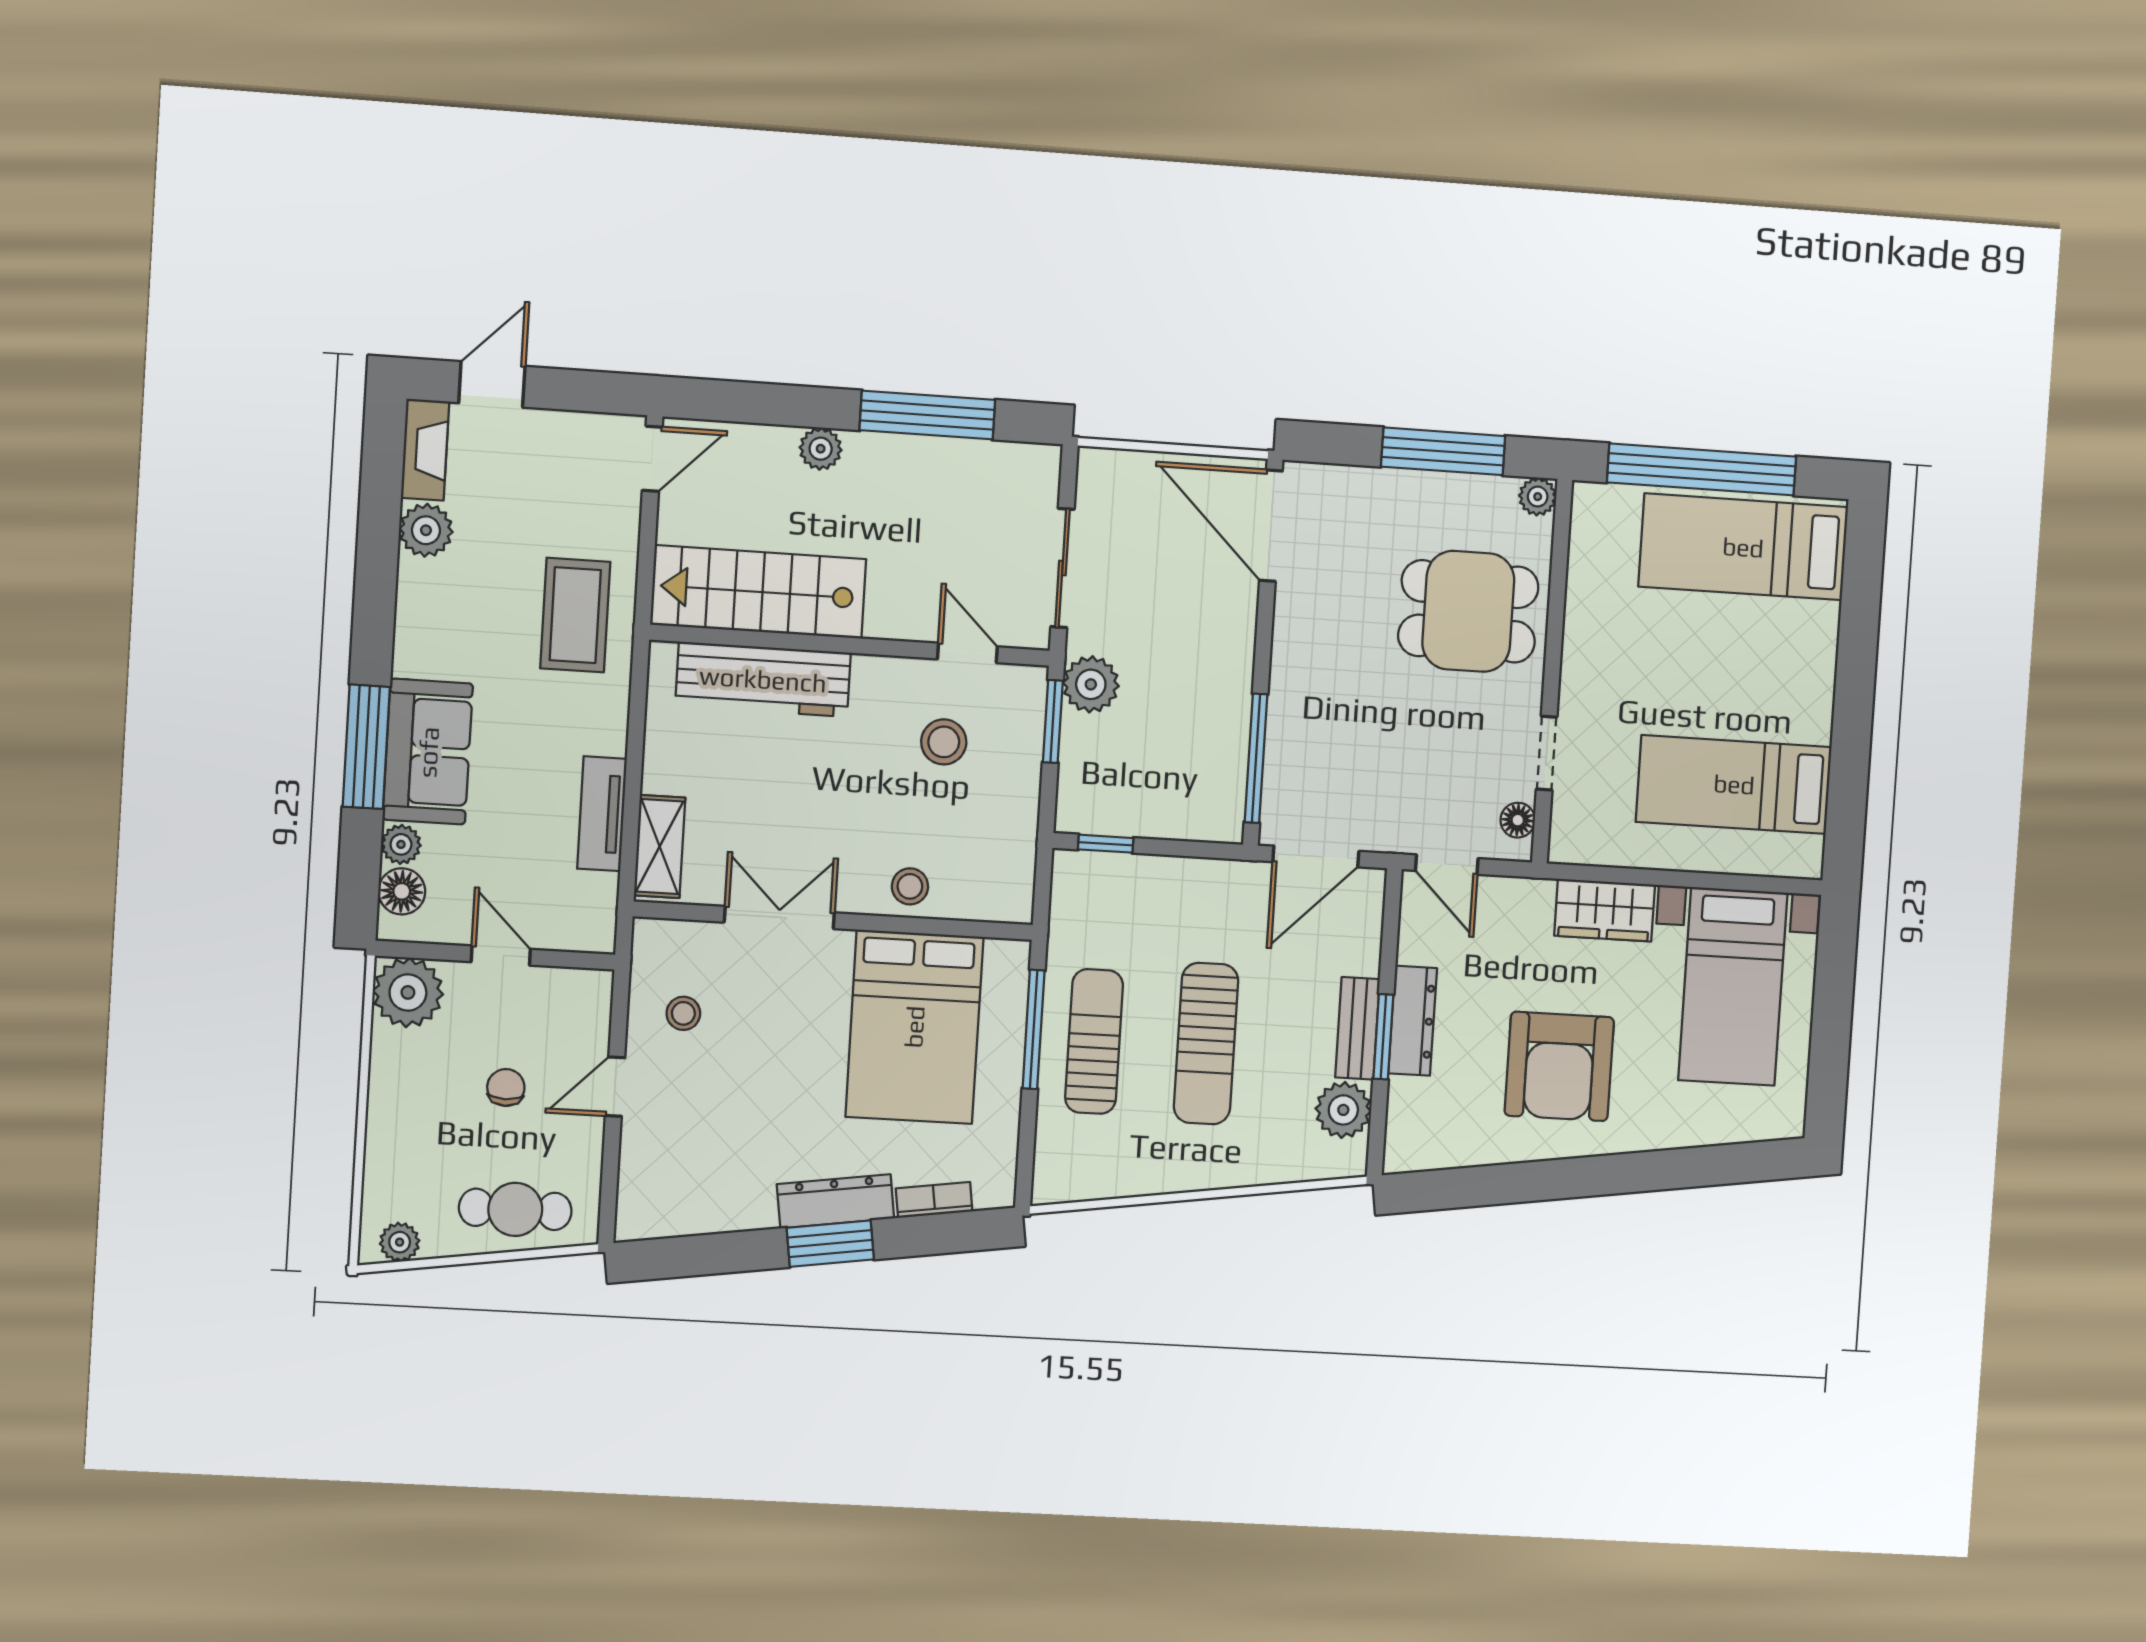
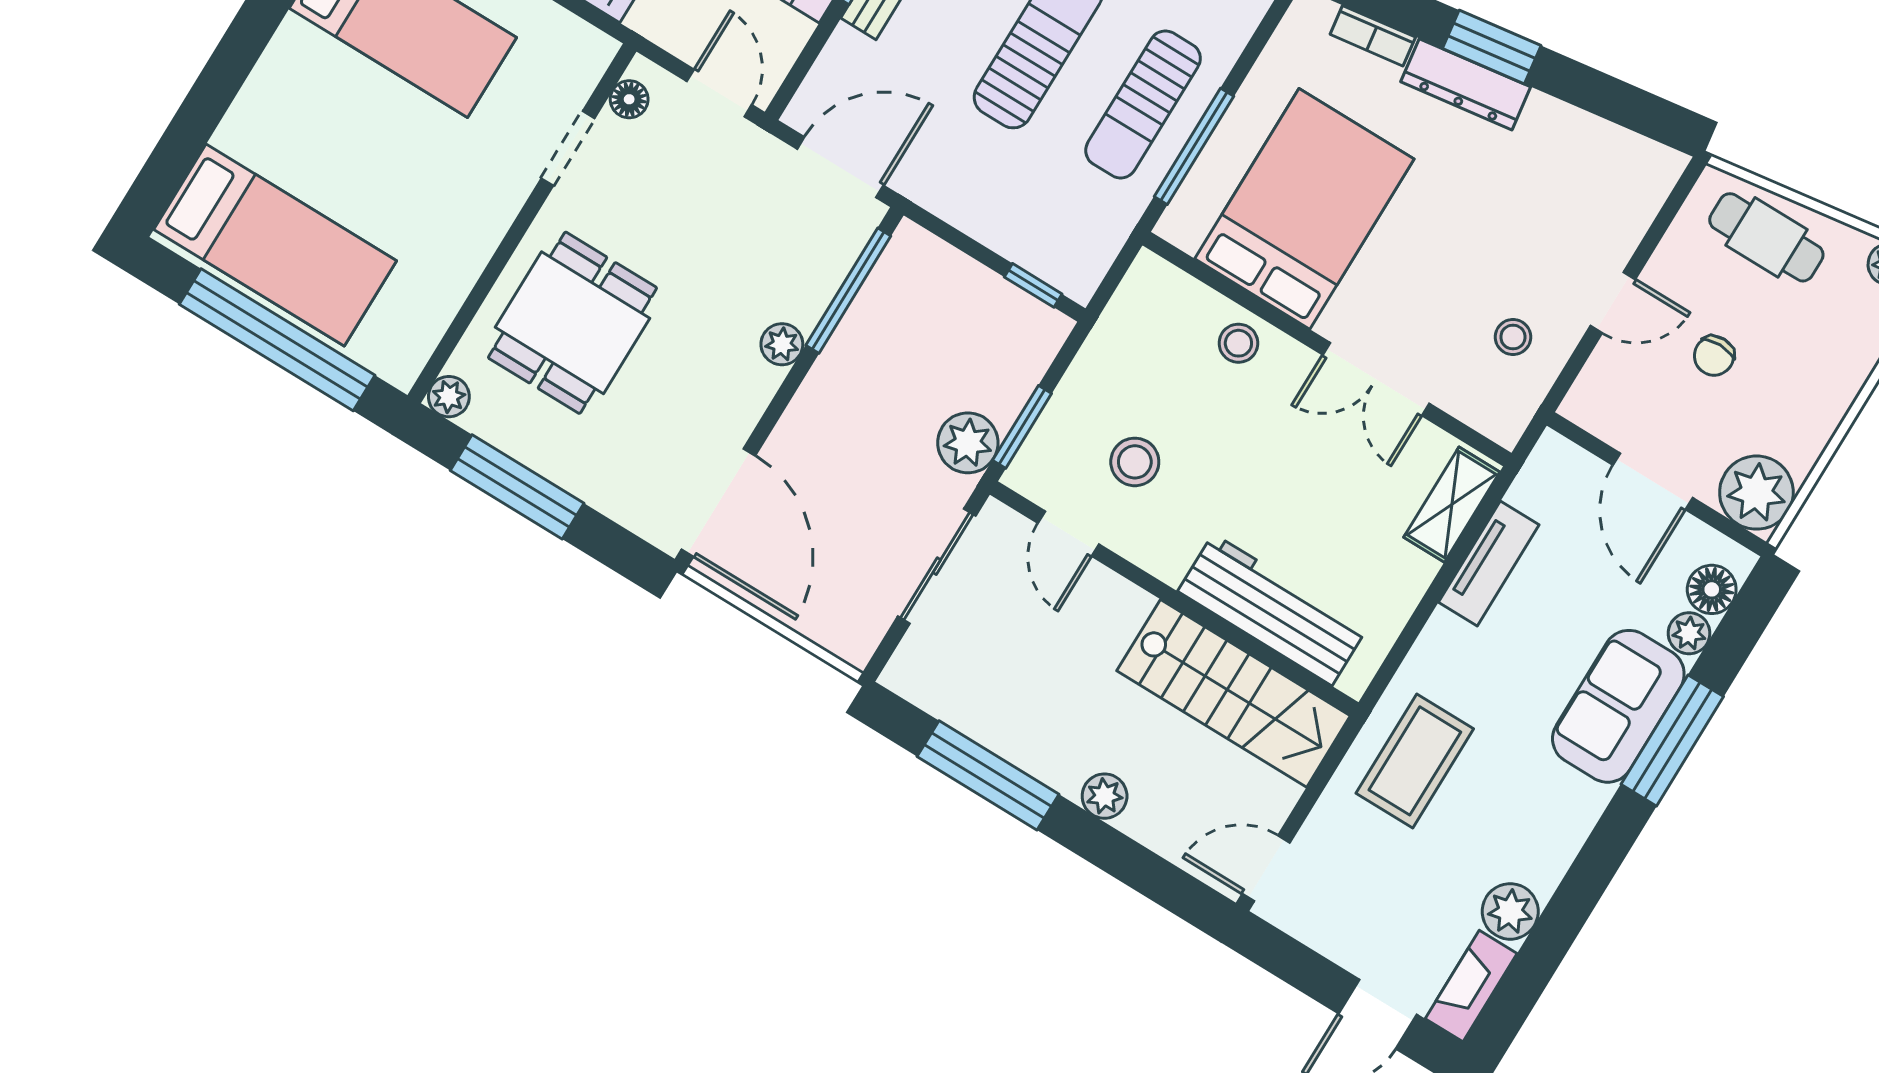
dining table: (1468, 611) -> (572, 323), turned 90
plant: (1287, 685) -> (782, 344), added
door: (501, 955) -> (1653, 481), width x1.38

